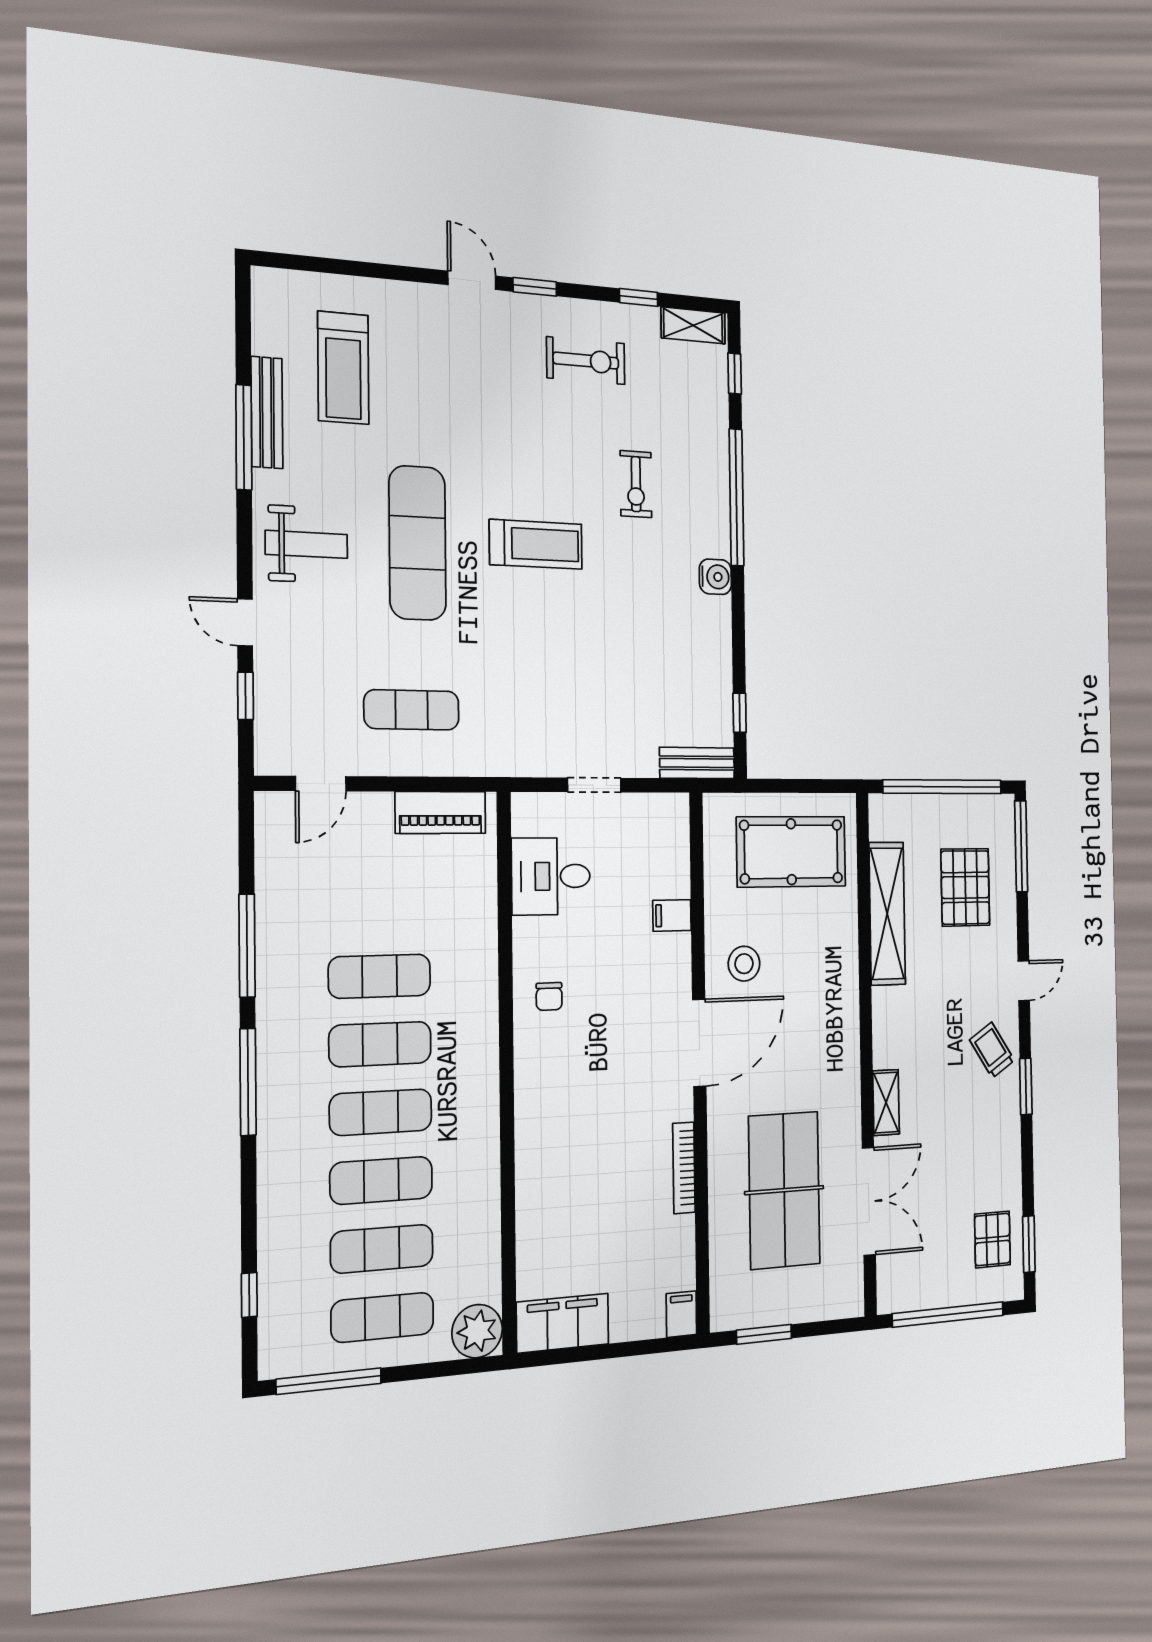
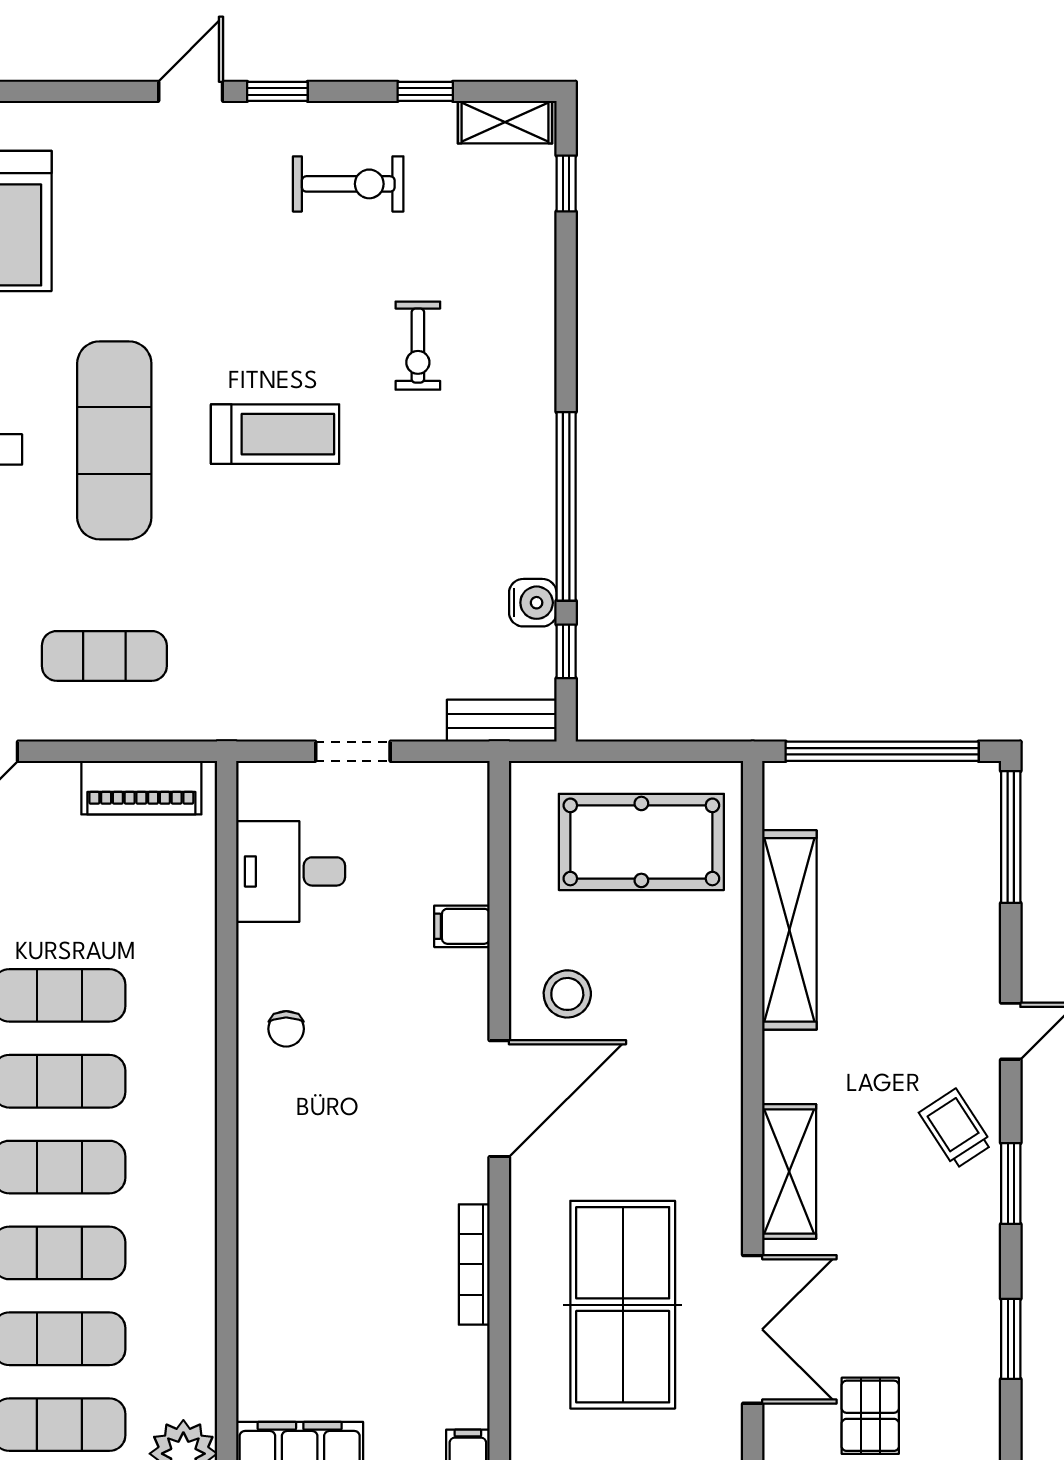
door: (472, 280) -> (191, 91), hinge flipped
window: (736, 497) -> (566, 506), moved
water cooler: (715, 577) -> (533, 603), moved
pallet: (965, 887) -> (917, 895), removed
shelving: (886, 1102) -> (789, 1171), width x1.50, depth x1.33
pallet: (992, 1239) -> (870, 1416), moved
window: (1029, 1244) -> (1011, 1339), moved

